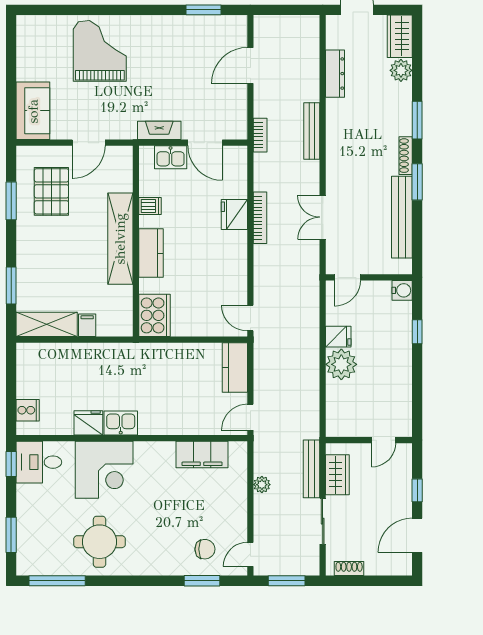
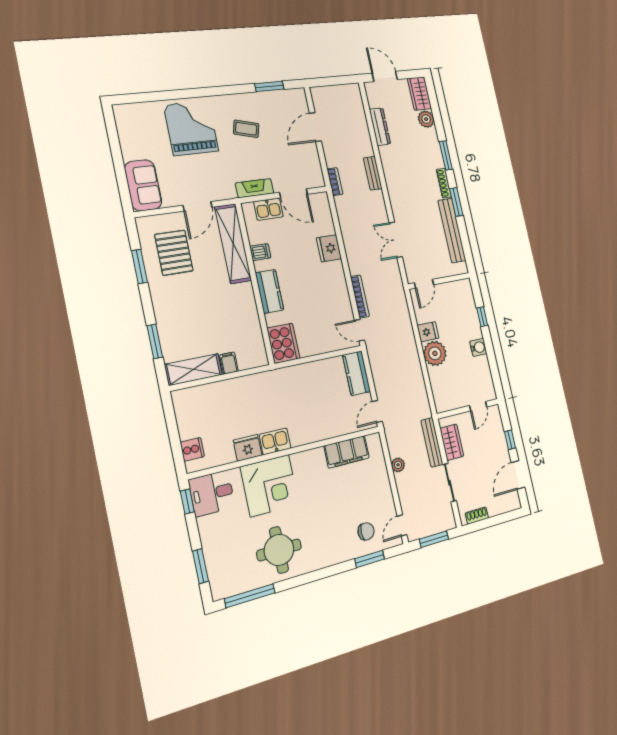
coffee table: (164, 59) -> (246, 129), added
bench: (312, 131) -> (373, 173), width x0.73
bookcase: (260, 218) -> (360, 297), moved
shelving: (120, 239) -> (233, 244), moved
water cooler: (402, 290) -> (478, 347), moved

